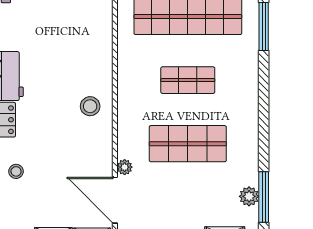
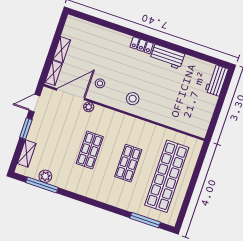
shop shelf: (188, 144) -> (90, 150), width x0.70, depth x0.74
stool: (16, 171) -> (100, 83), moved

